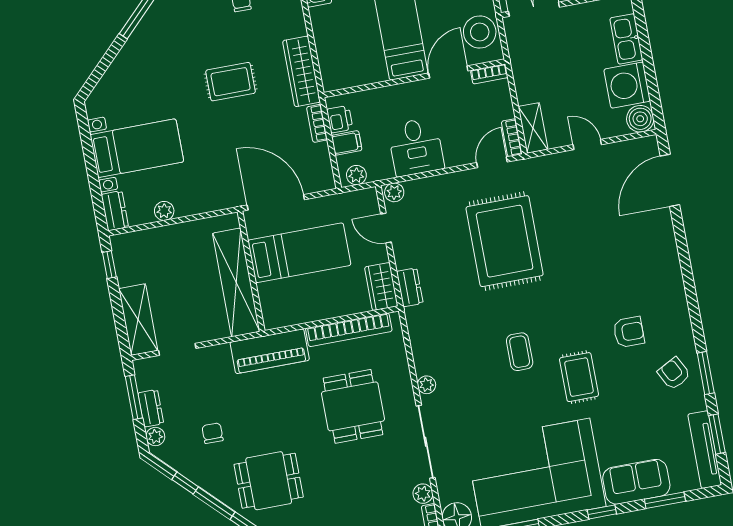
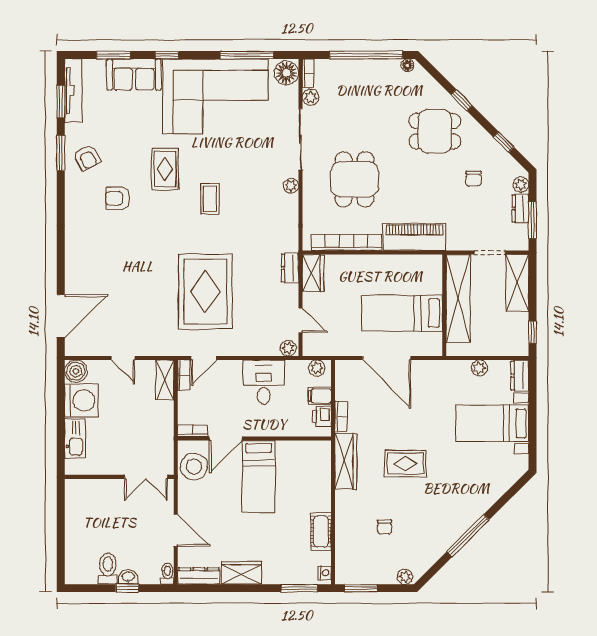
bed: (299, 253) -> (402, 313), moved
wall: (251, 271) -> (444, 305), moved
shelving: (236, 282) -> (458, 298), moved

